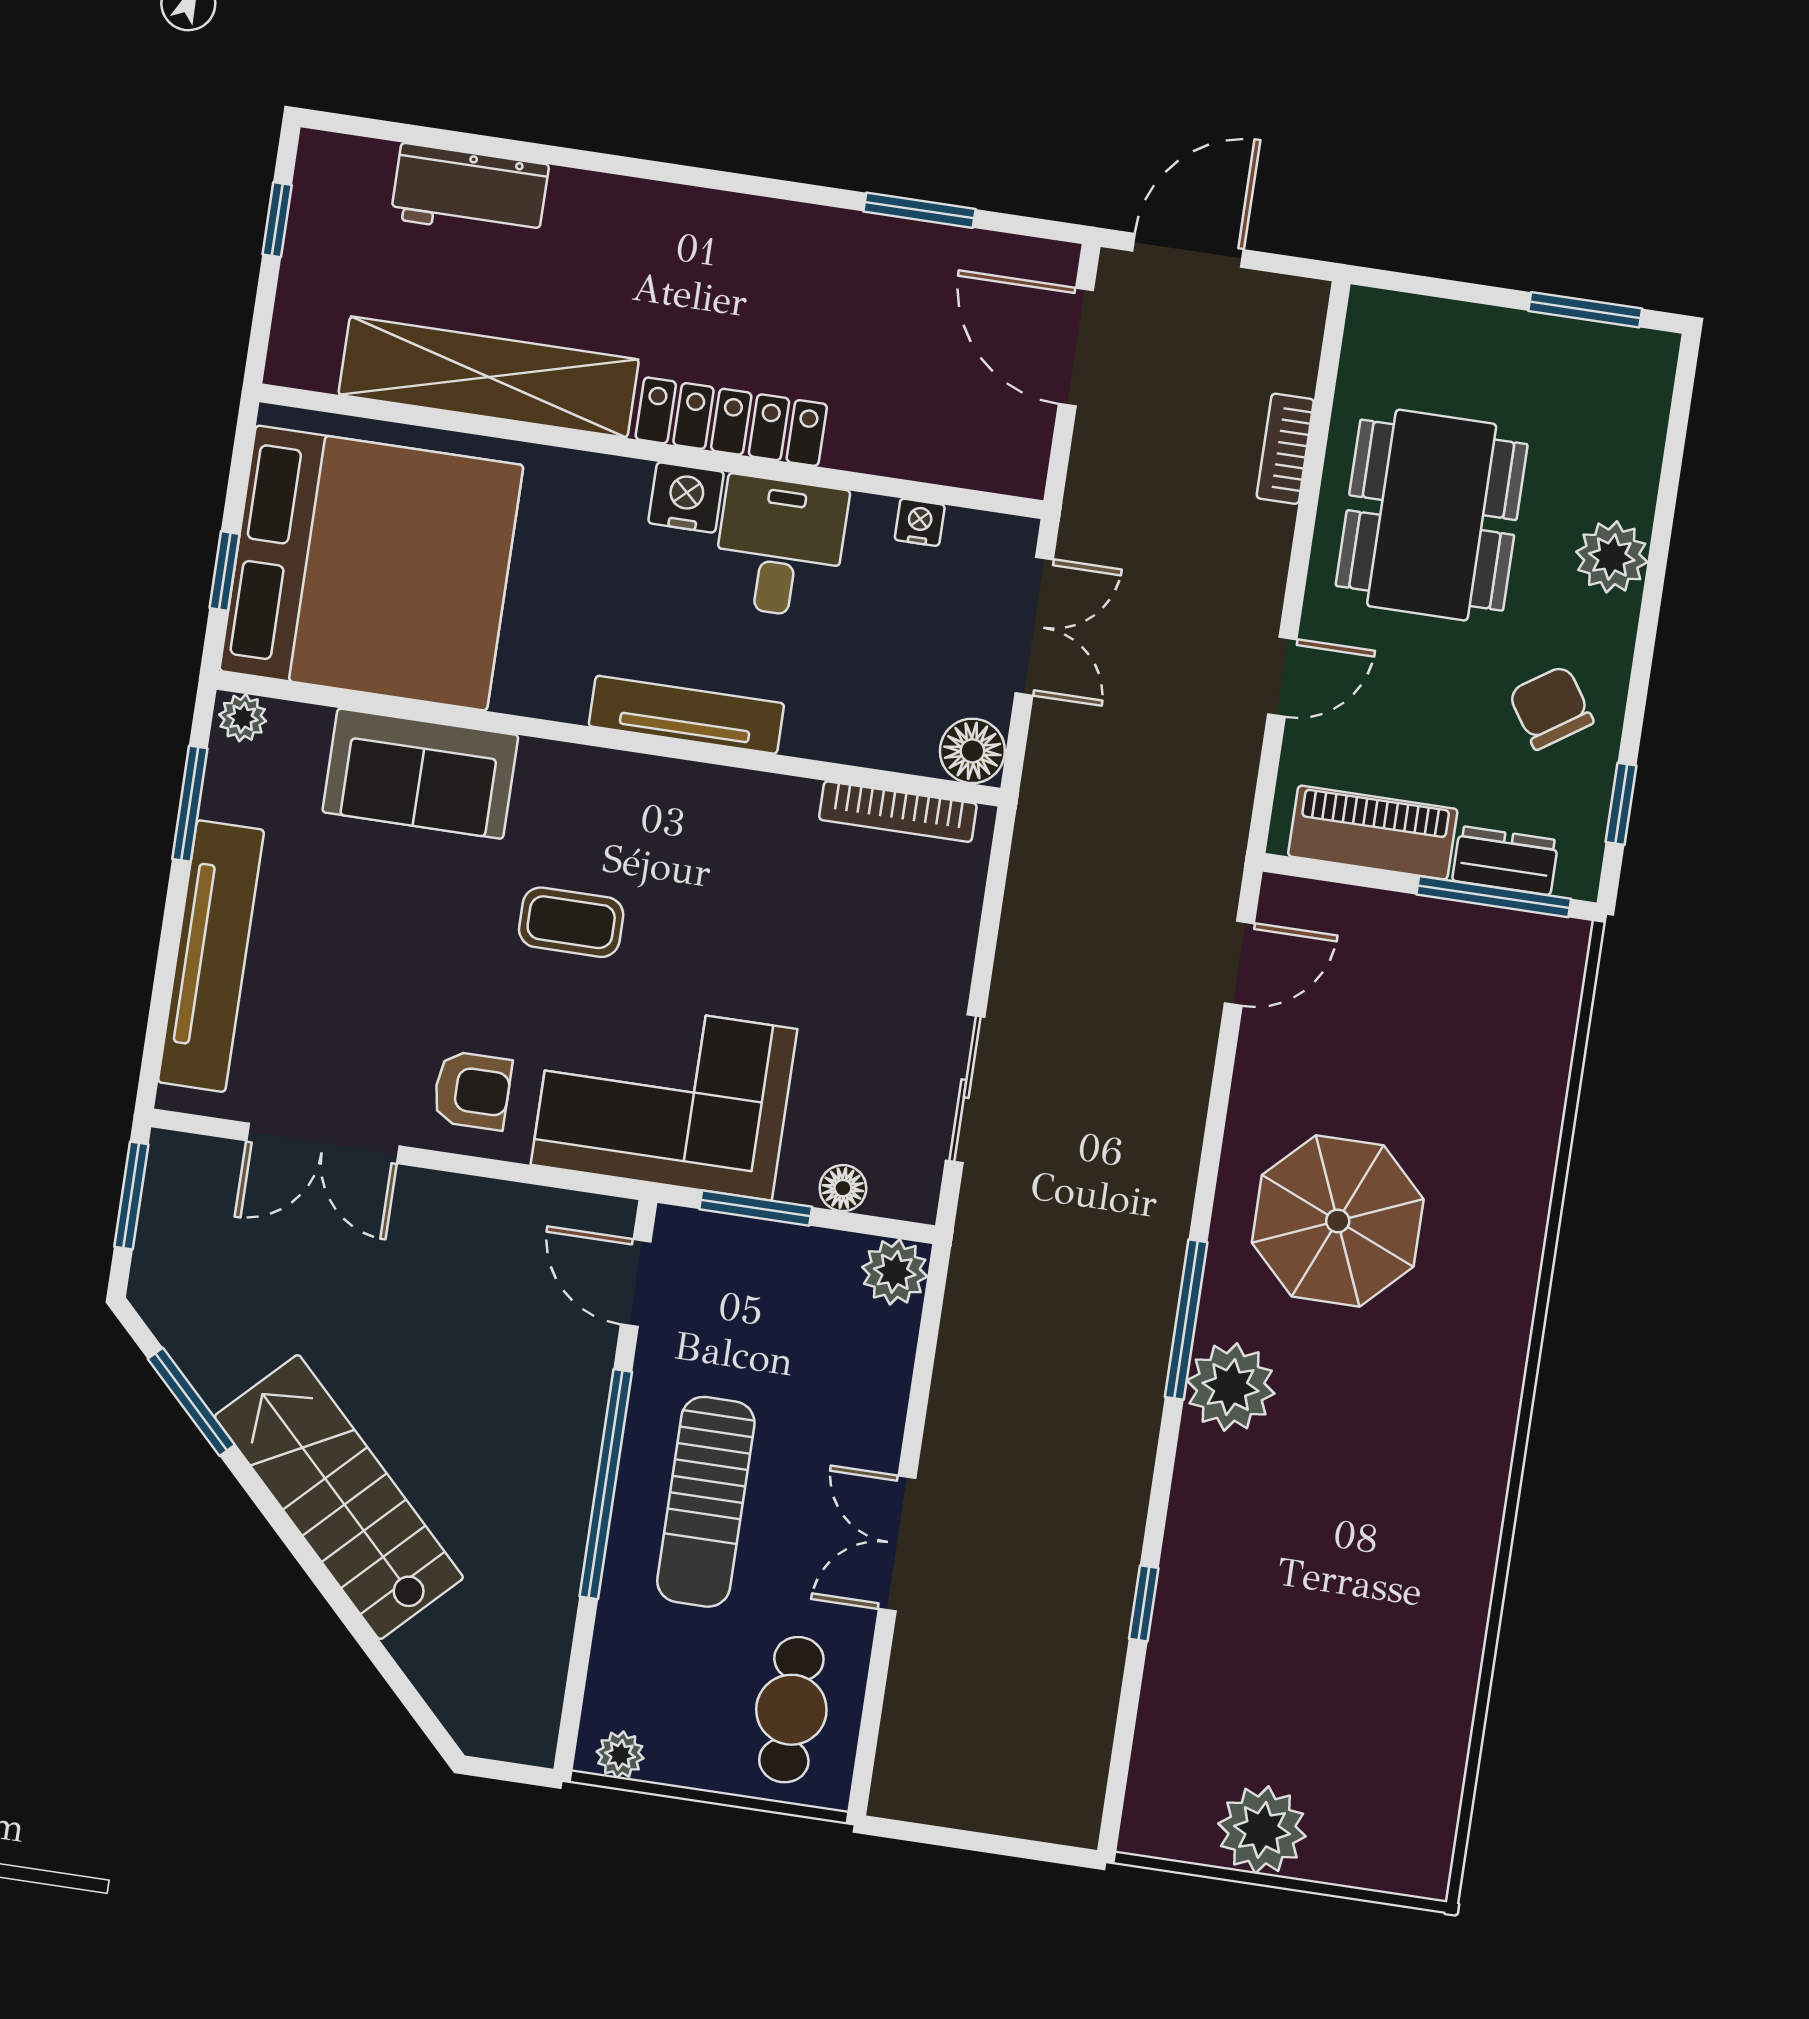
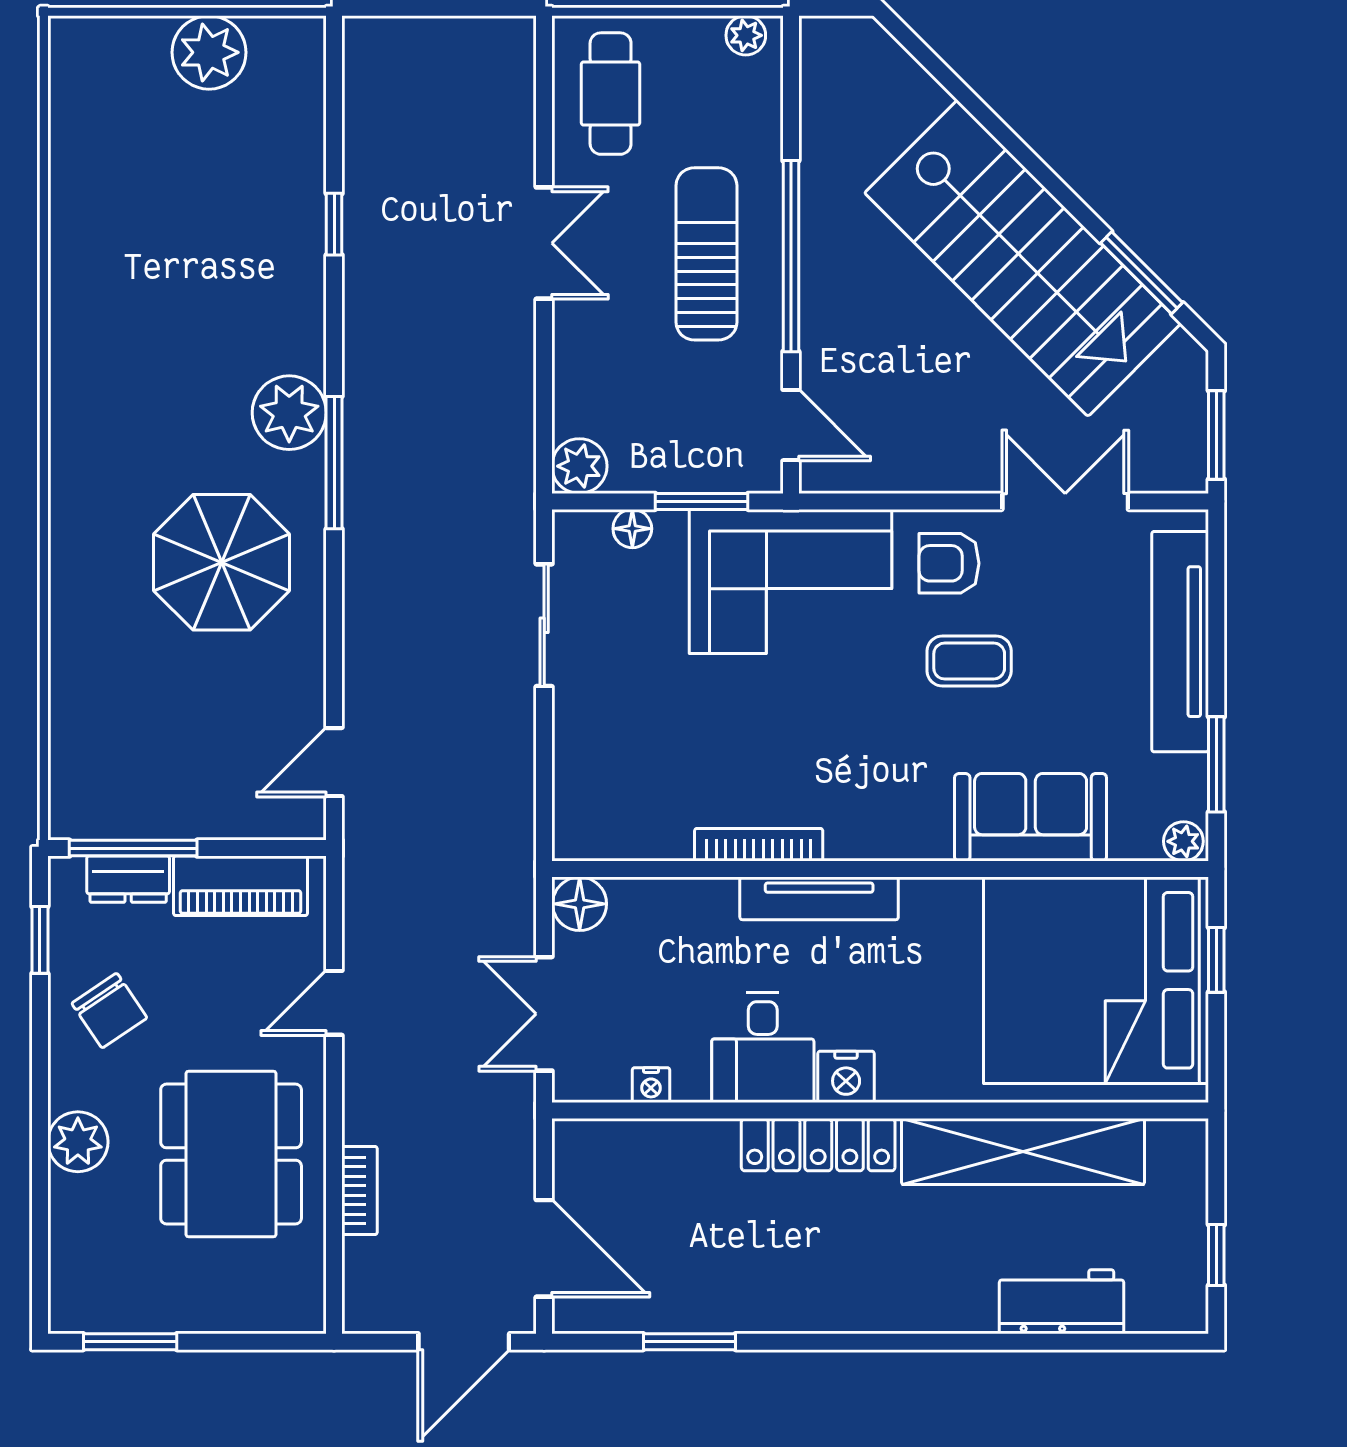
bookcase: (898, 812) -> (759, 845), moved
coffee table: (571, 922) -> (969, 661), moved
stairs: (339, 1497) -> (1023, 258), width x1.36, depth x1.51

